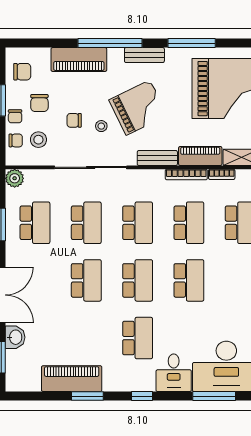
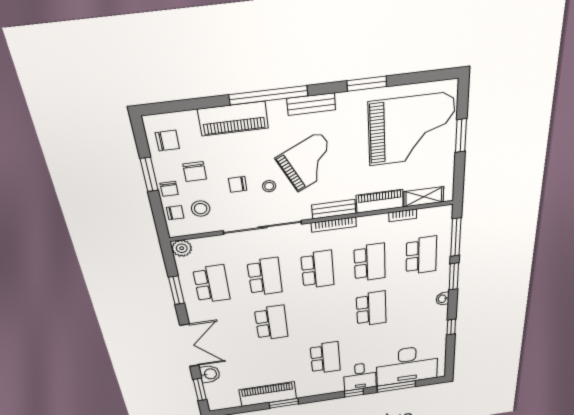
window: (192, 43) -> (367, 84), width x0.69
bookcase: (186, 174) -> (334, 225), moved
school desk: (138, 280) -> (322, 316), removed
window: (142, 396) -> (354, 393), moved

